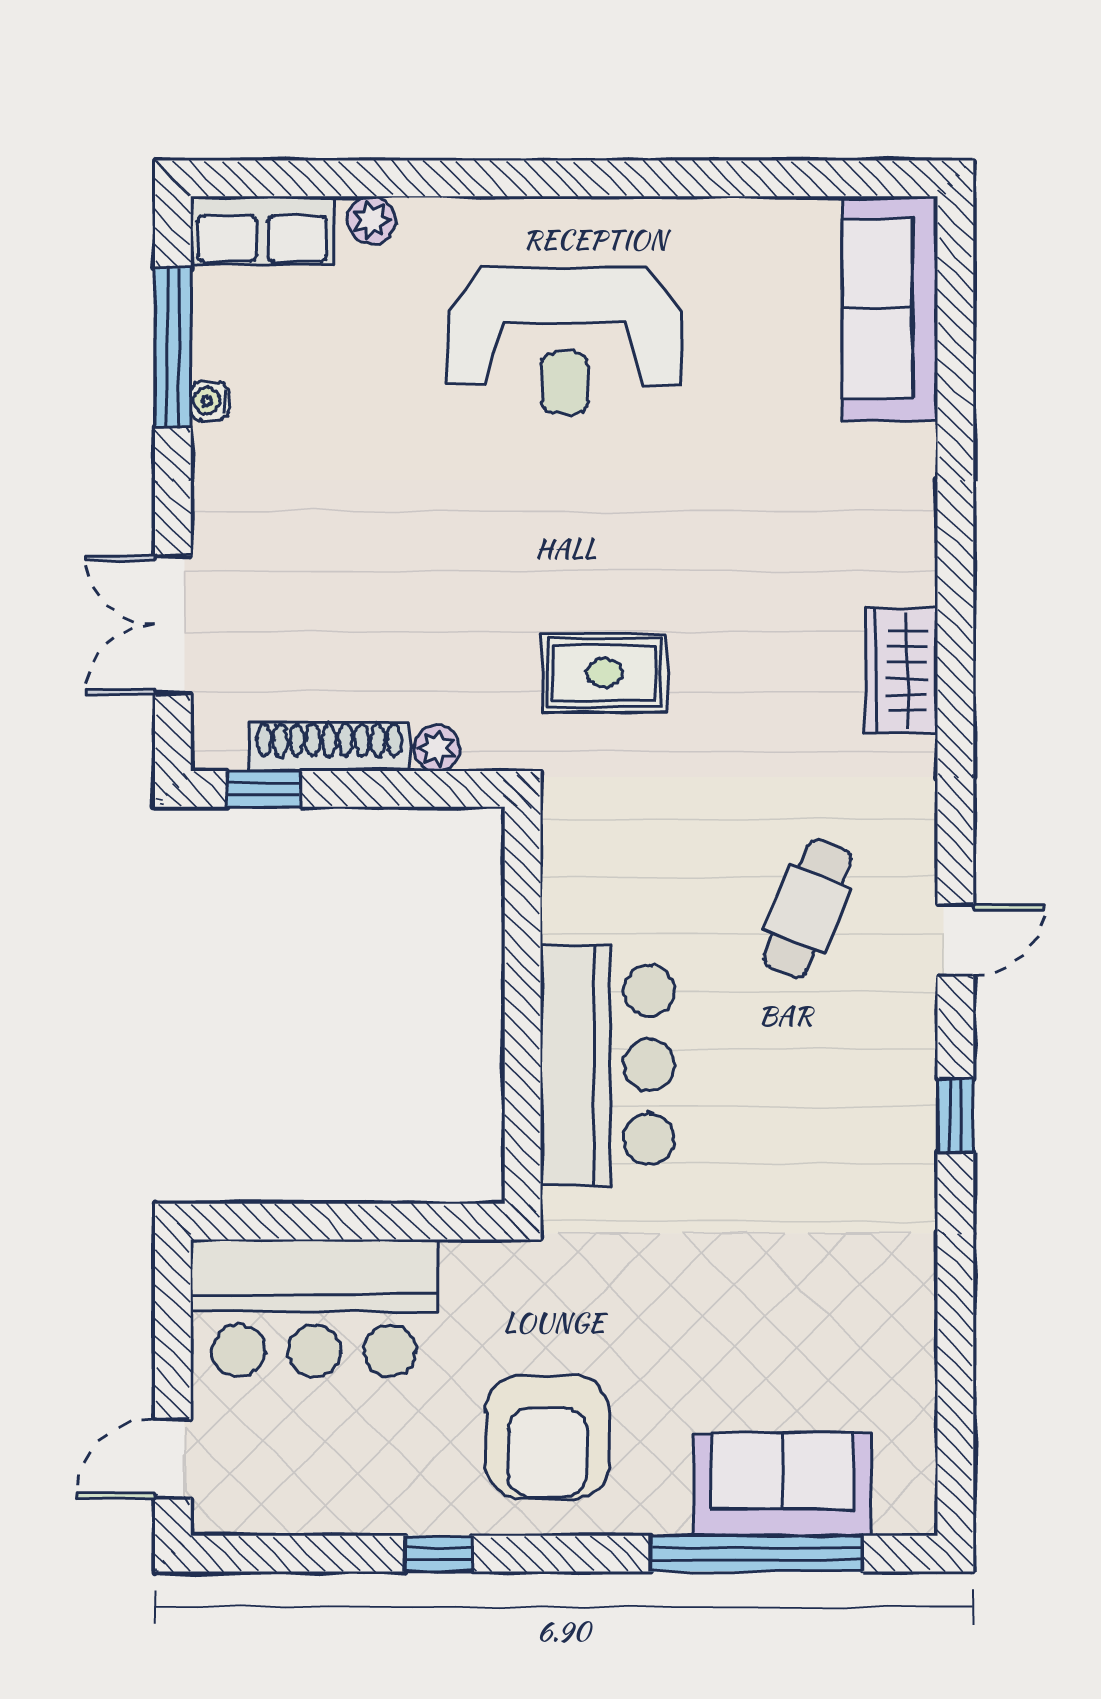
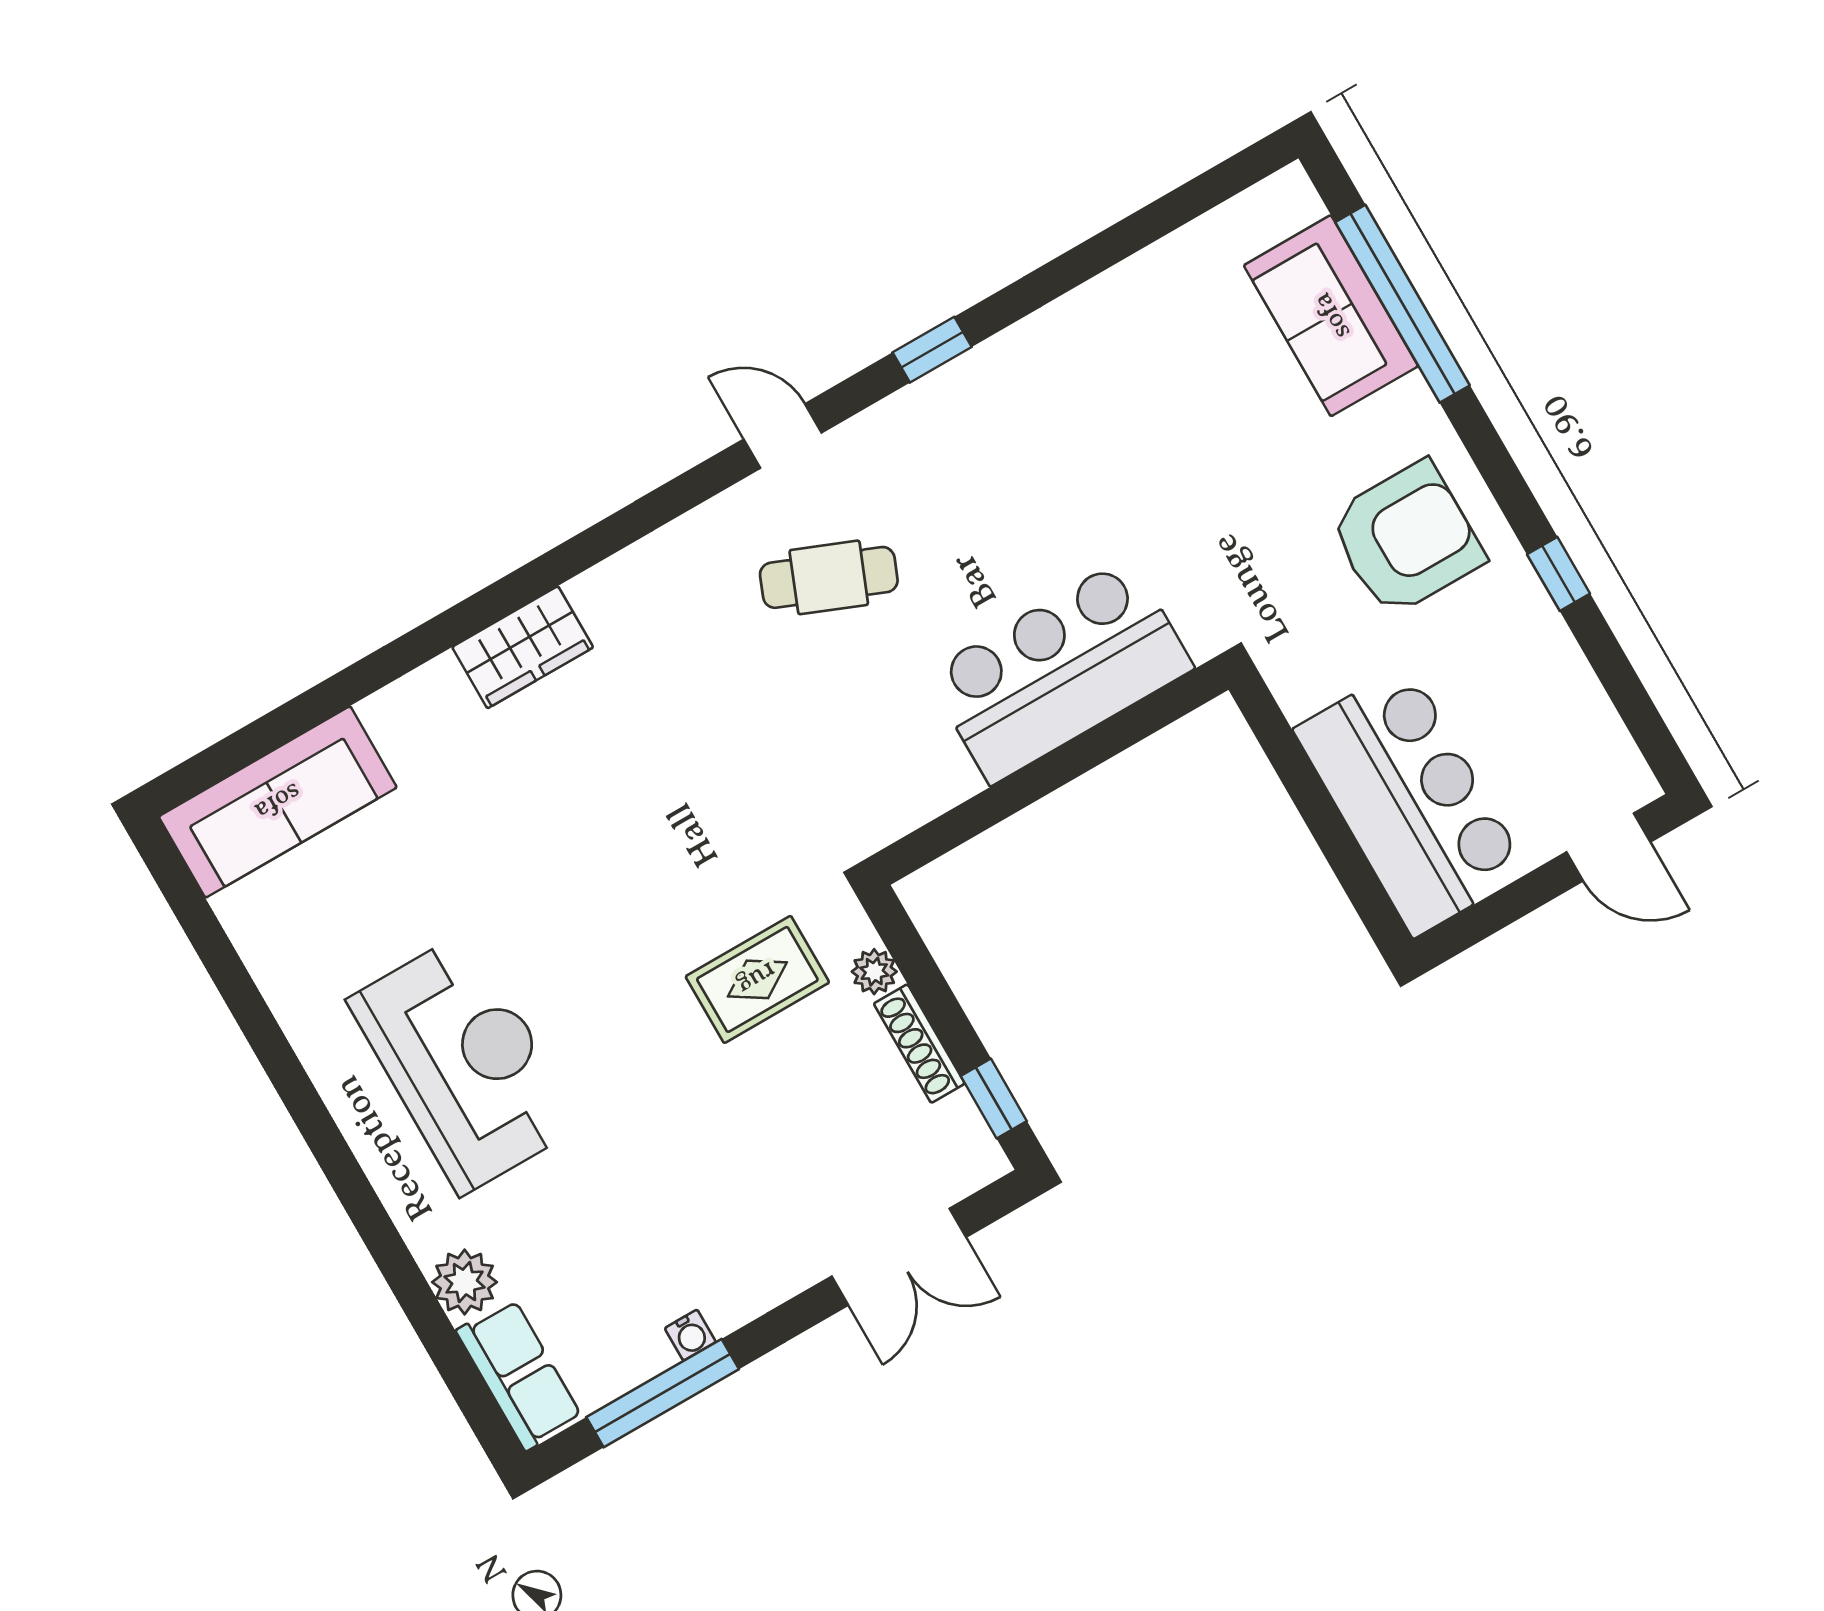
plant: (371, 220) -> (465, 1282), width x1.38, depth x1.38
wardrobe: (901, 671) -> (523, 647), moved
rug: (604, 673) -> (757, 979), moved, turned 90
shoe rack: (329, 747) -> (919, 1044), width x0.74, depth x0.81

